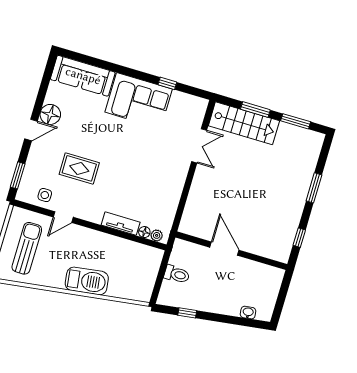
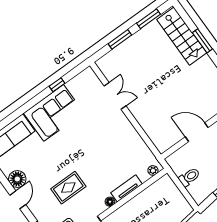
stairs: (244, 123) -> (182, 36), moved, turned 90
floor lamp: (144, 232) -> (110, 202), moved

